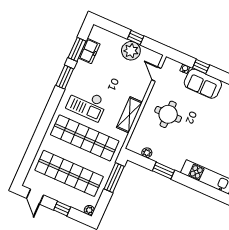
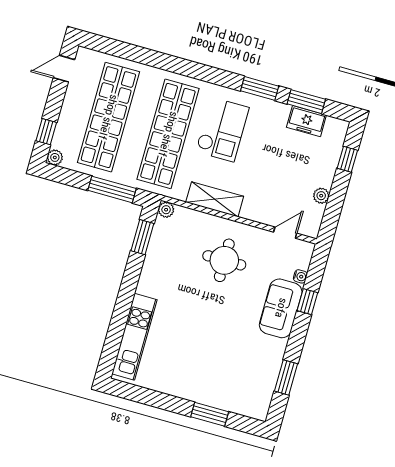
window: (136, 38) -> (347, 159), moved
plant: (131, 51) -> (321, 196), width x0.53, depth x0.53
checkout: (87, 104) -> (222, 130), turned 180
plant: (147, 153) -> (166, 210), moved
window: (163, 171) -> (142, 237), moved
window: (62, 209) -> (46, 132), moved

